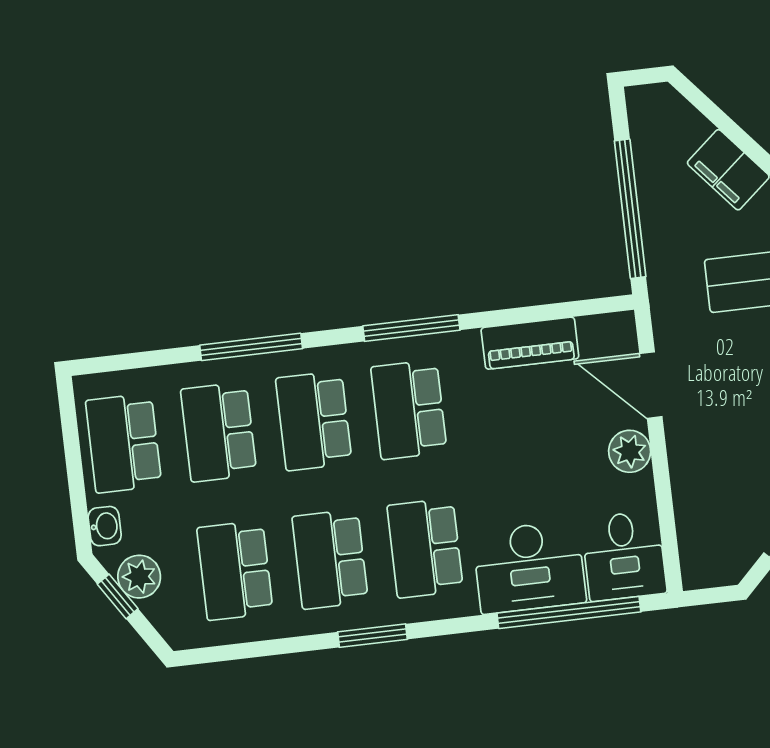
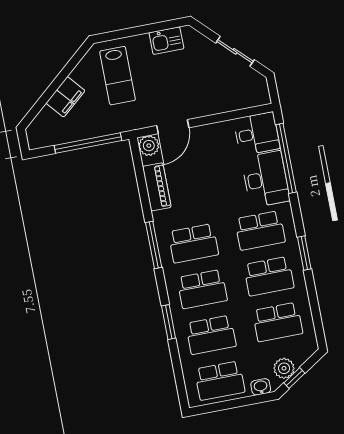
window: (251, 347) -> (169, 322), width x0.69
plant: (630, 451) -> (149, 146), moved

